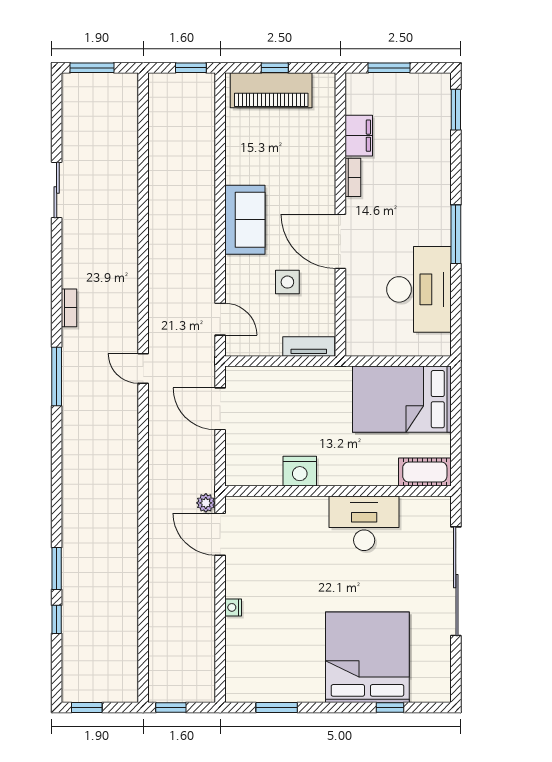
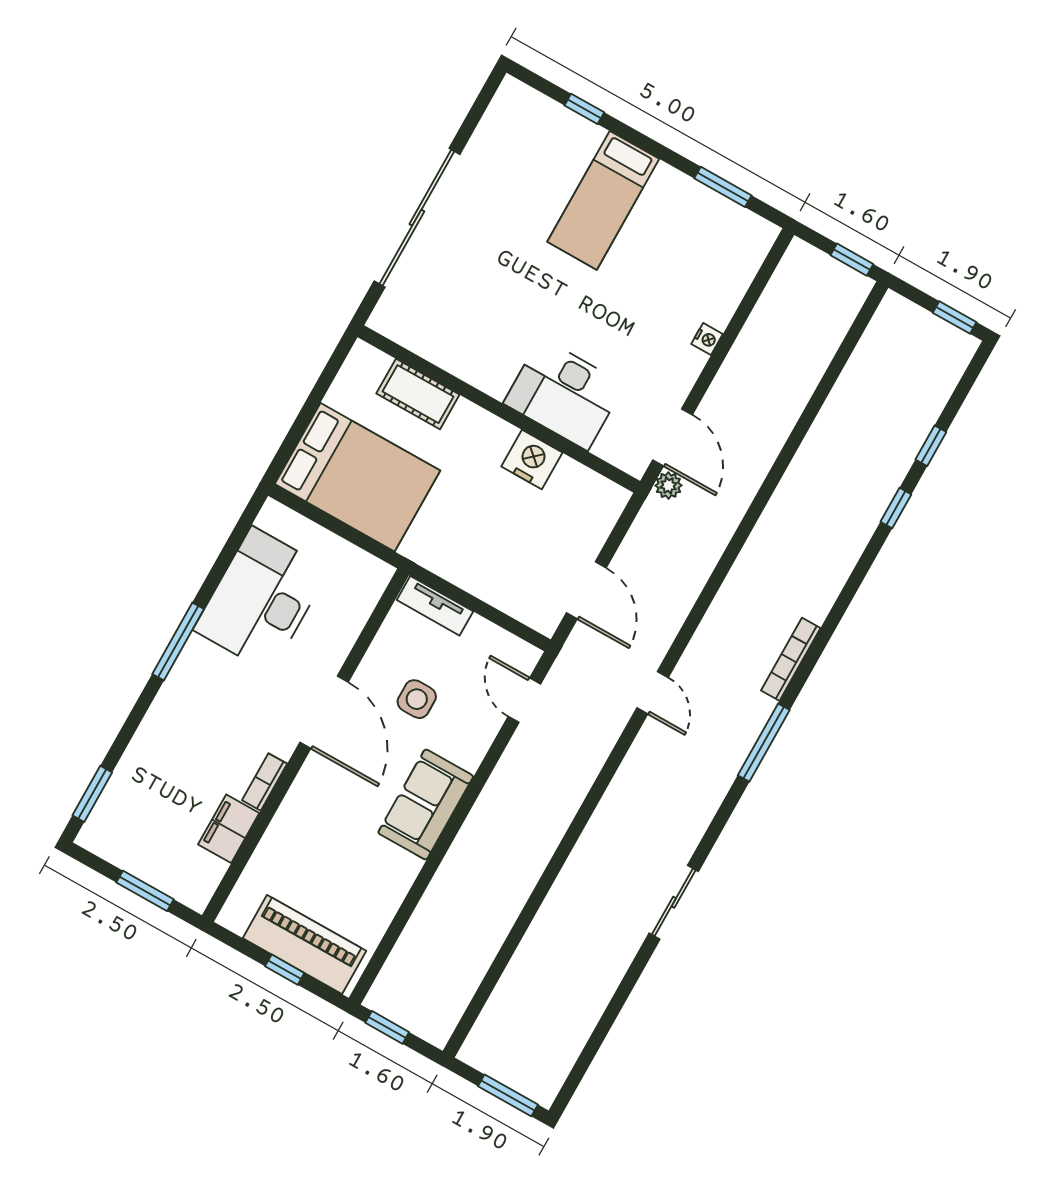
sliding door: (57, 190) -> (674, 902), moved
bookcase: (69, 308) -> (791, 659), moved, width x1.56
cot: (425, 472) -> (418, 394), moved
desk: (364, 523) -> (564, 394), moved
window: (57, 568) -> (896, 508), width x0.67
bed: (367, 657) -> (603, 200), width x0.49

